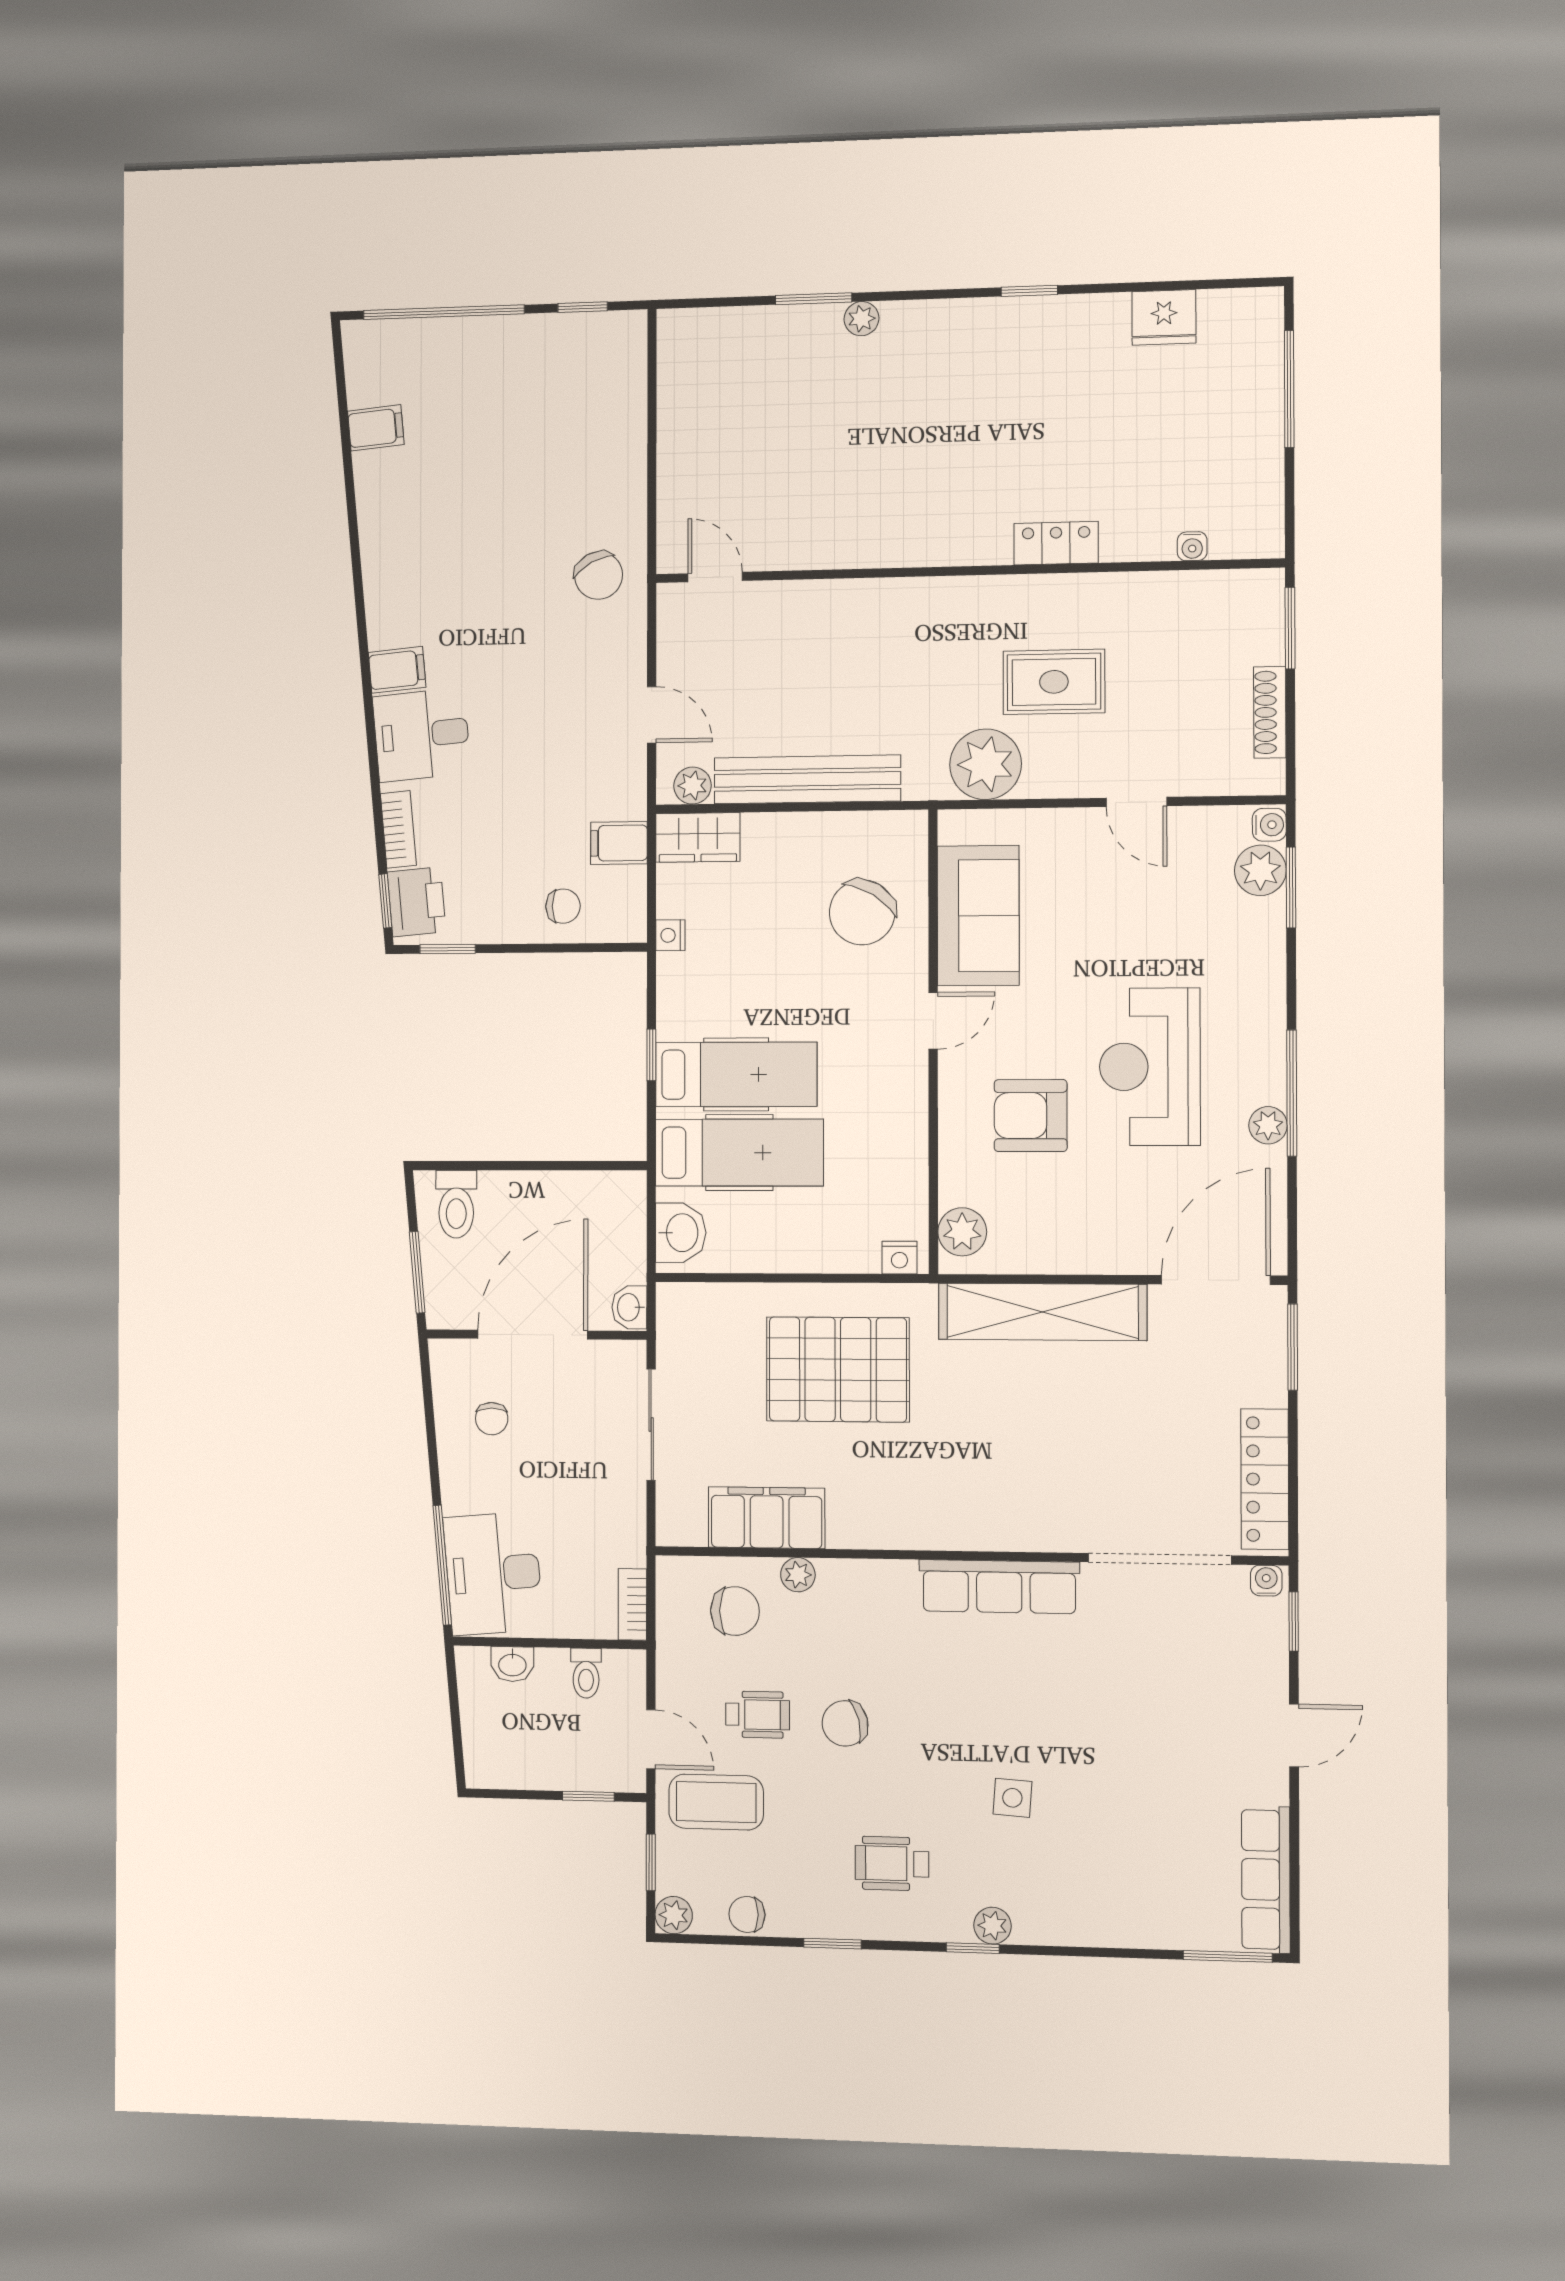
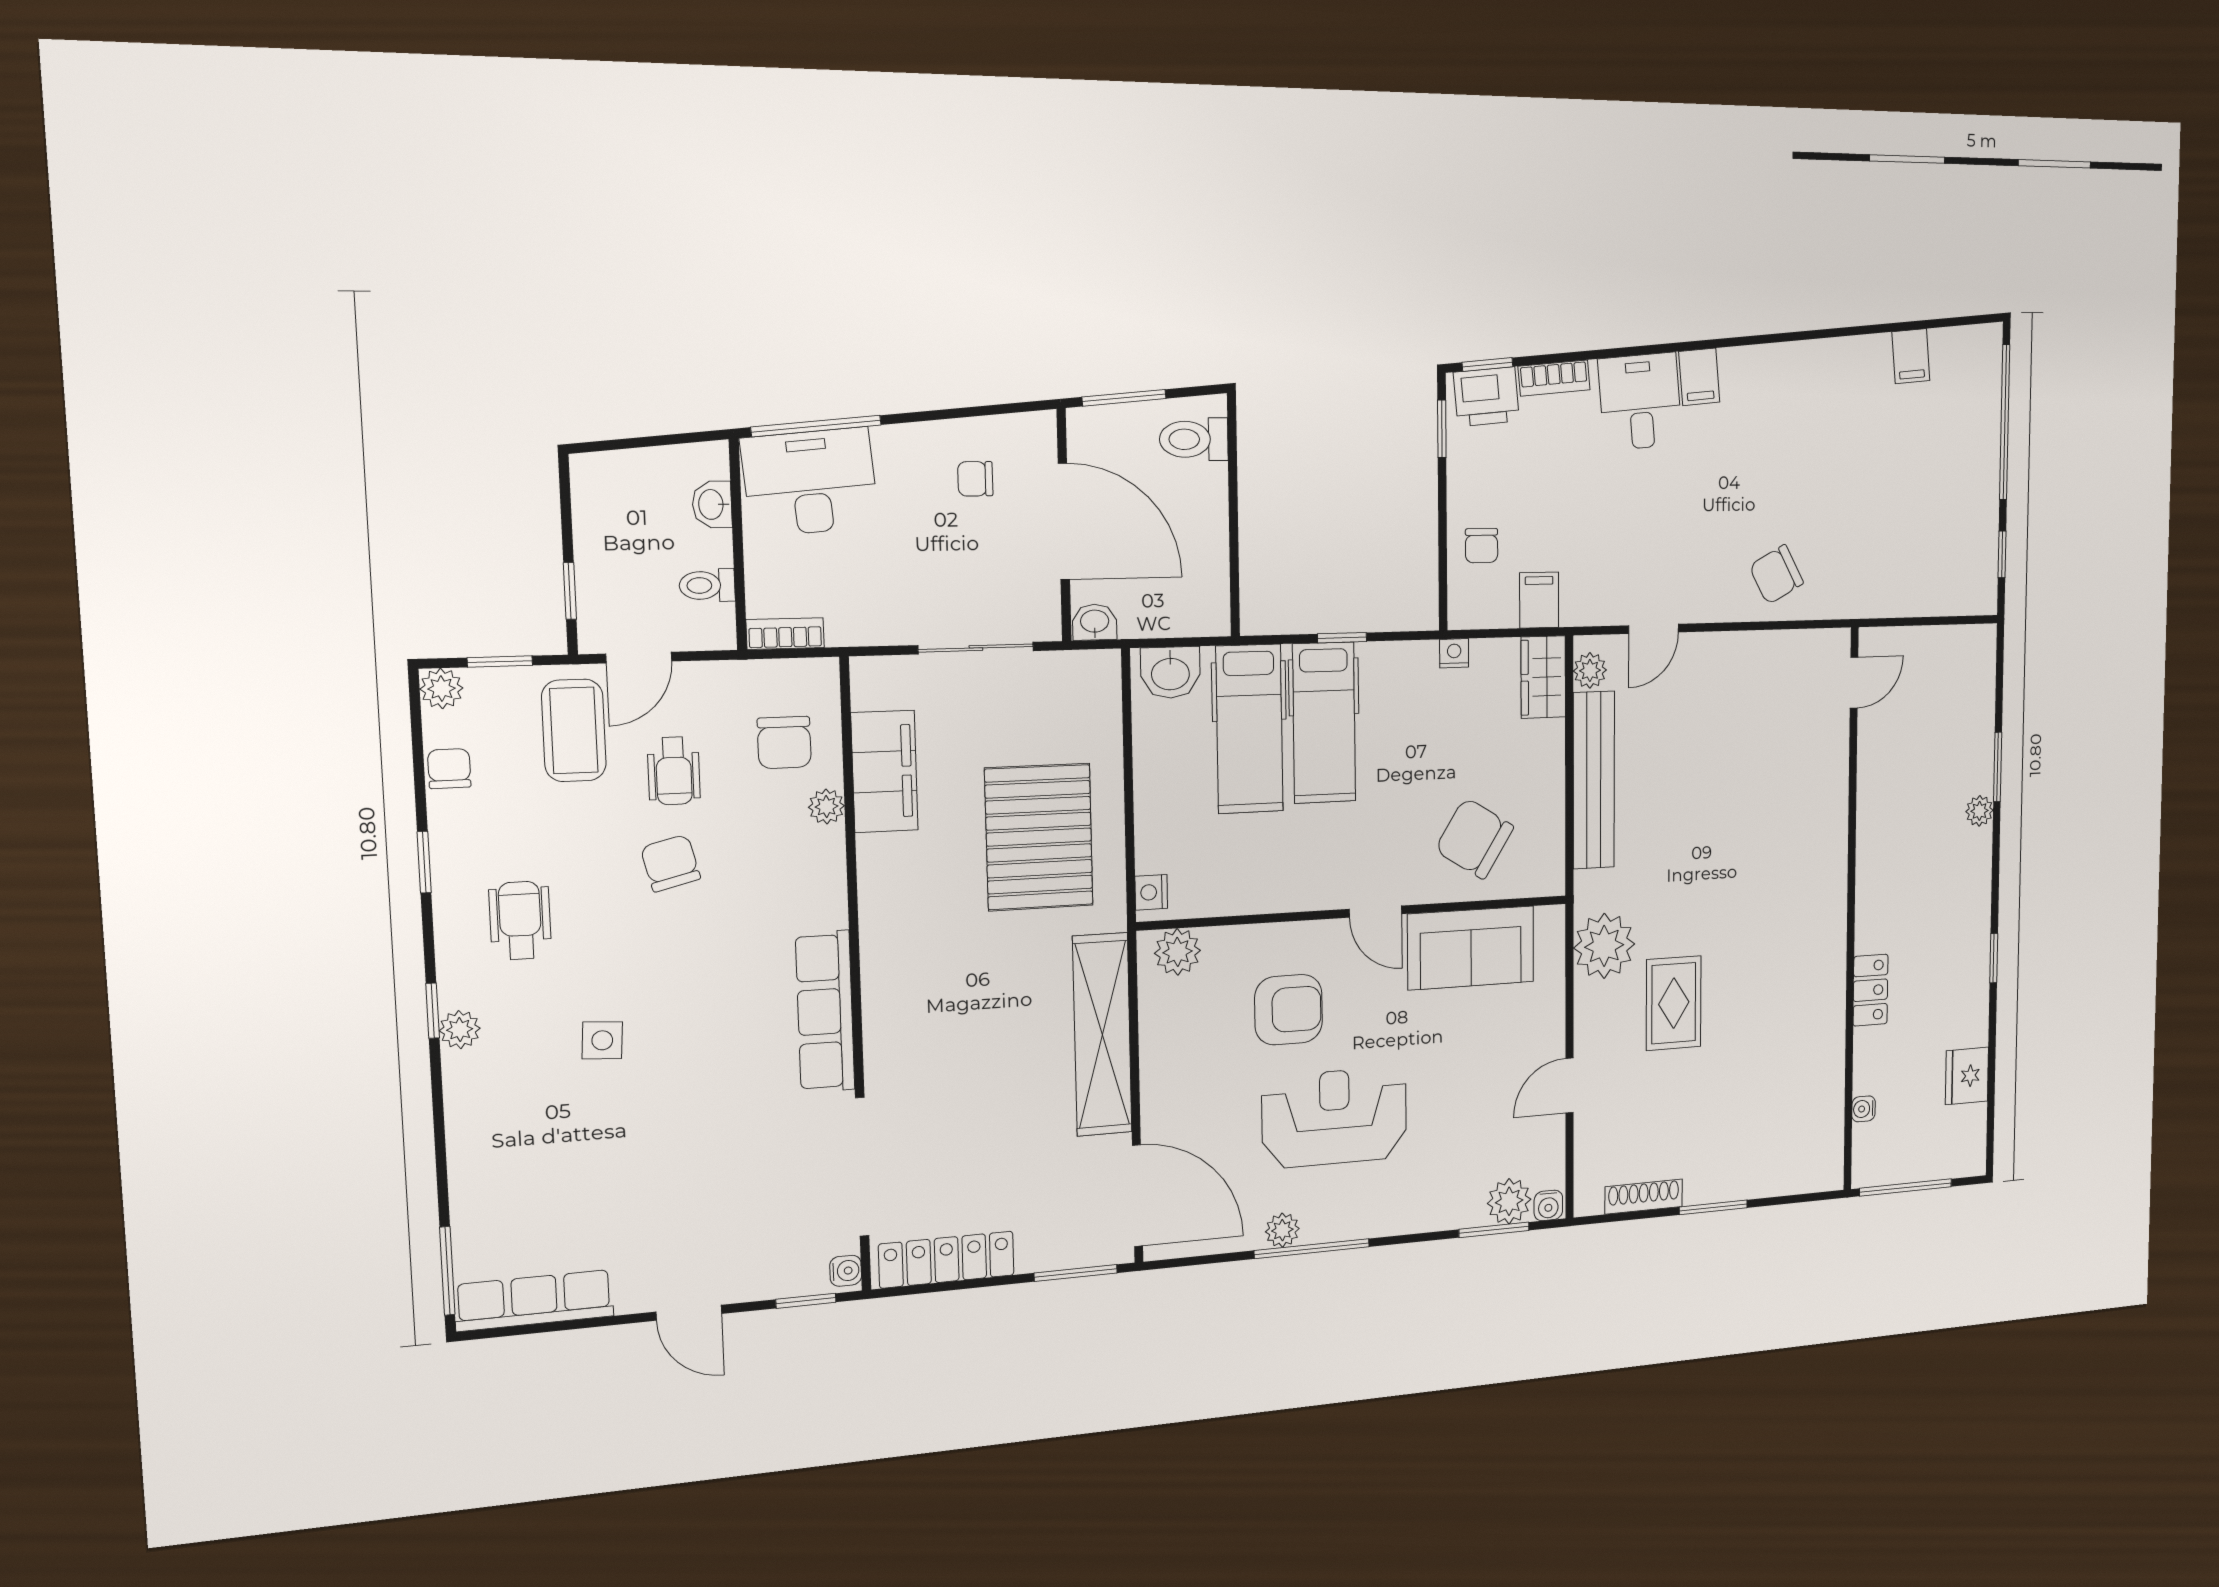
locker: (1056, 543) -> (1870, 990), moved
water cooler: (1192, 546) -> (1863, 1109), moved
wall: (967, 571) -> (1851, 912), moved
door: (715, 577) -> (1854, 683), moved
armchair: (1031, 1116) -> (1289, 1010), turned 90

